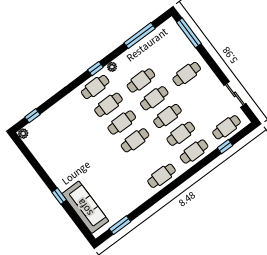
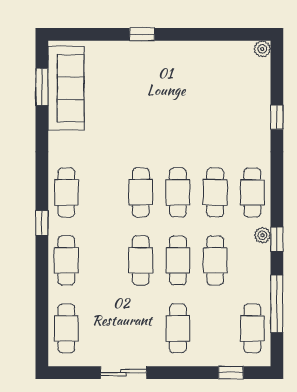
window: (189, 33) -> (231, 373), width x0.46
window: (95, 69) -> (277, 239), moved
sliding door: (235, 94) -> (123, 373), moved
window: (32, 116) -> (277, 117), moved
cafe table: (181, 134) -> (252, 328), moved
window: (225, 147) -> (42, 223), moved
sofa: (85, 207) -> (66, 88), moved, turned -90

